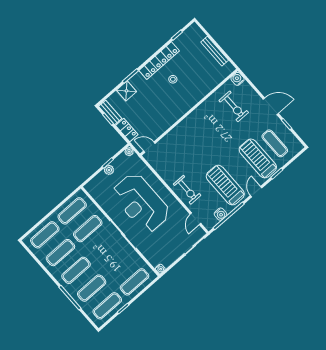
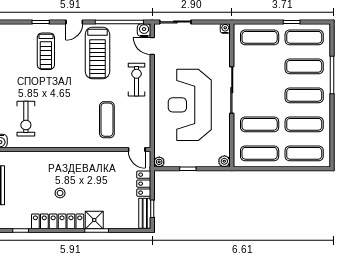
shower: (126, 91) -> (94, 220), moved
exercise bike: (234, 106) -> (26, 119), turned 180
exercise mat: (275, 143) -> (107, 120), moved
treadmill: (258, 158) -> (46, 51), width x0.73, depth x0.73
plant: (109, 170) -> (224, 161), moved
reception desk: (141, 203) -> (190, 105), turned 180
water cooler: (220, 214) -> (144, 30), moved
door: (196, 219) -> (152, 46), swing flipped

